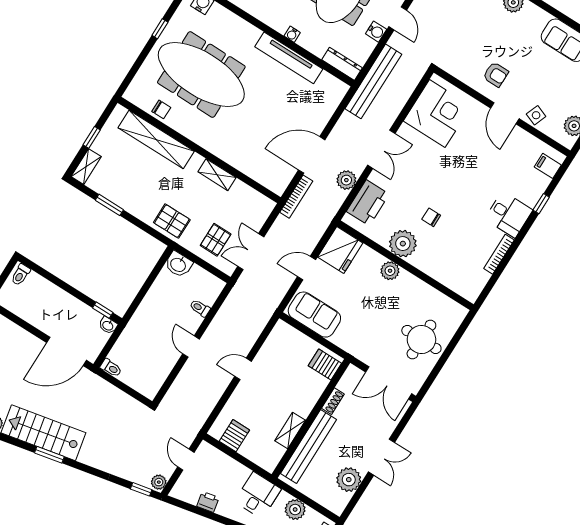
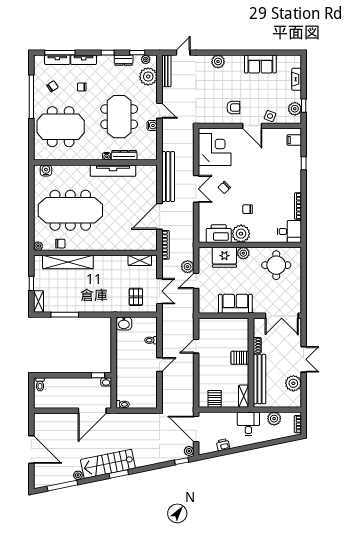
window: (160, 29) -> (31, 199), removed
dresser: (342, 64) -> (124, 155), moved
bench: (373, 81) -> (168, 177), moved
plant: (131, 95) -> (38, 246), added
chair: (419, 170) -> (224, 187), added
shelving: (217, 175) -> (140, 260), moved
plant: (346, 180) -> (188, 267), moved
printer: (368, 203) -> (219, 234), moved, turned -90
window: (109, 205) -> (65, 315), width x1.44
desk: (509, 214) -> (289, 231), moved
pallet: (172, 221) -> (105, 302), removed
fridge: (340, 250) -> (224, 257), moved, turned 90
double door: (251, 252) -> (160, 291), swing flipped
sofa: (314, 315) -> (235, 304), moved
round table: (421, 339) -> (276, 265), moved
door: (191, 346) -> (160, 365), swing flipped
server rack: (325, 365) -> (240, 358), moved
door: (243, 369) -> (196, 346), moved
shelving: (290, 430) -> (244, 396), moved
door: (186, 460) -> (196, 429), width x1.87

